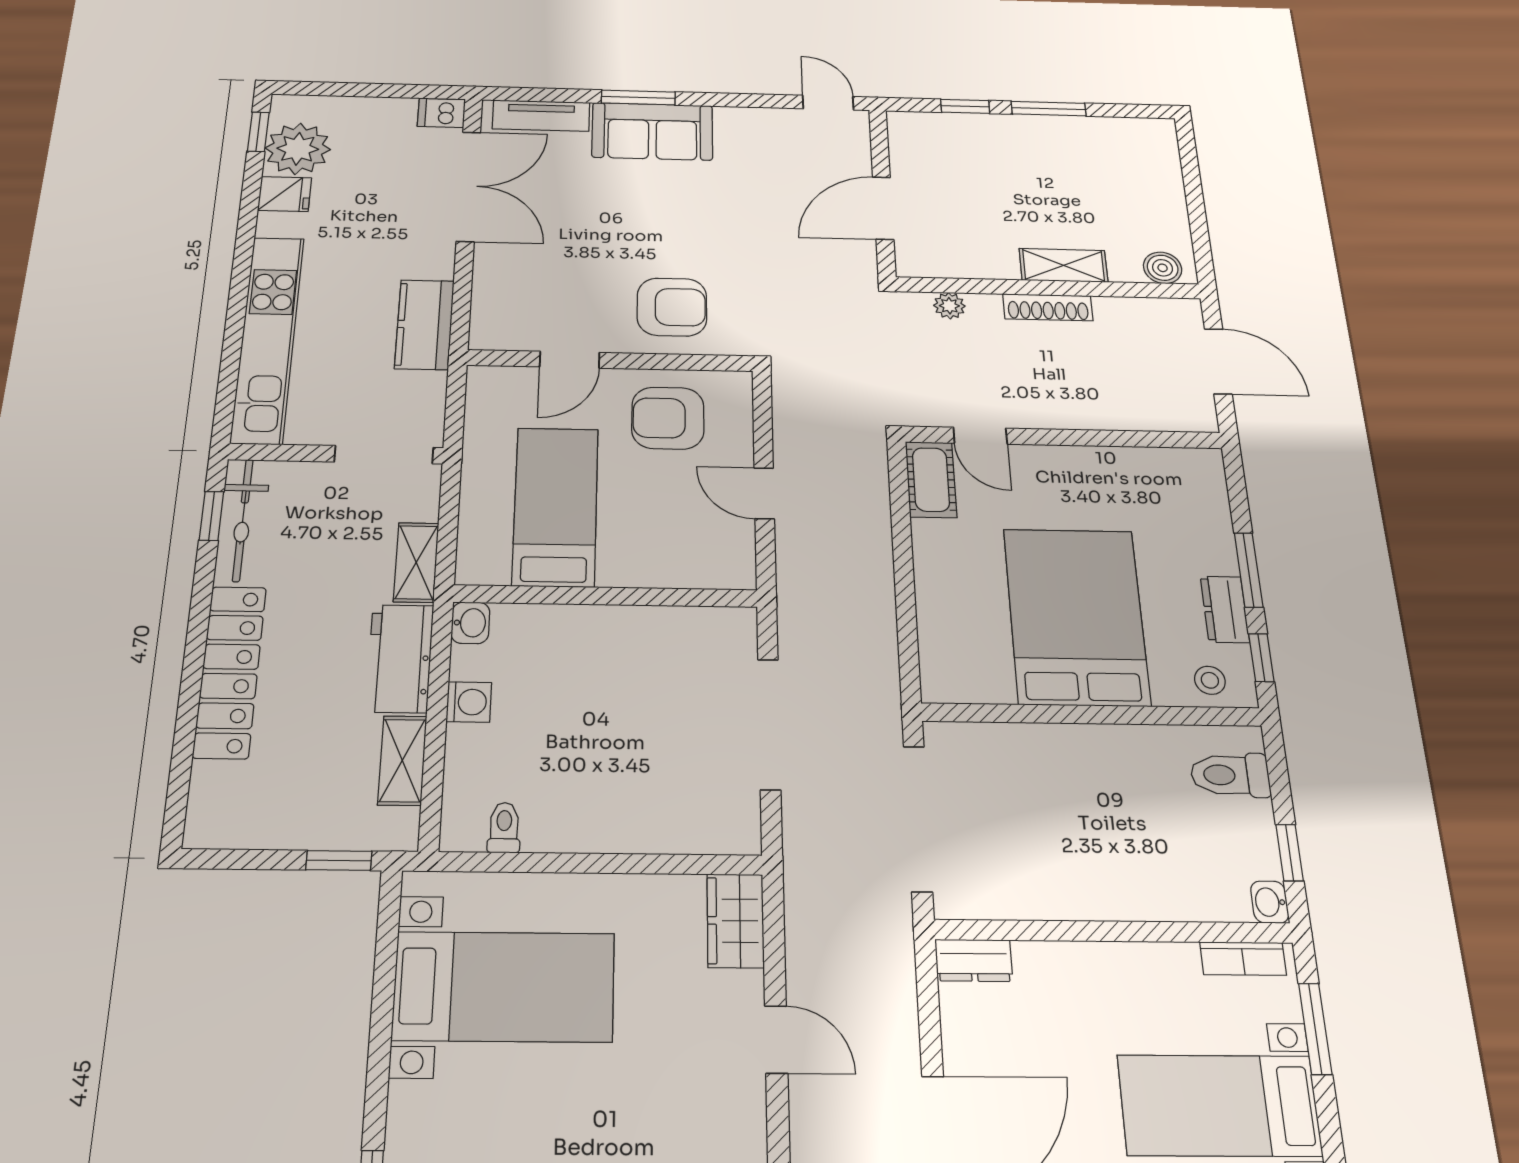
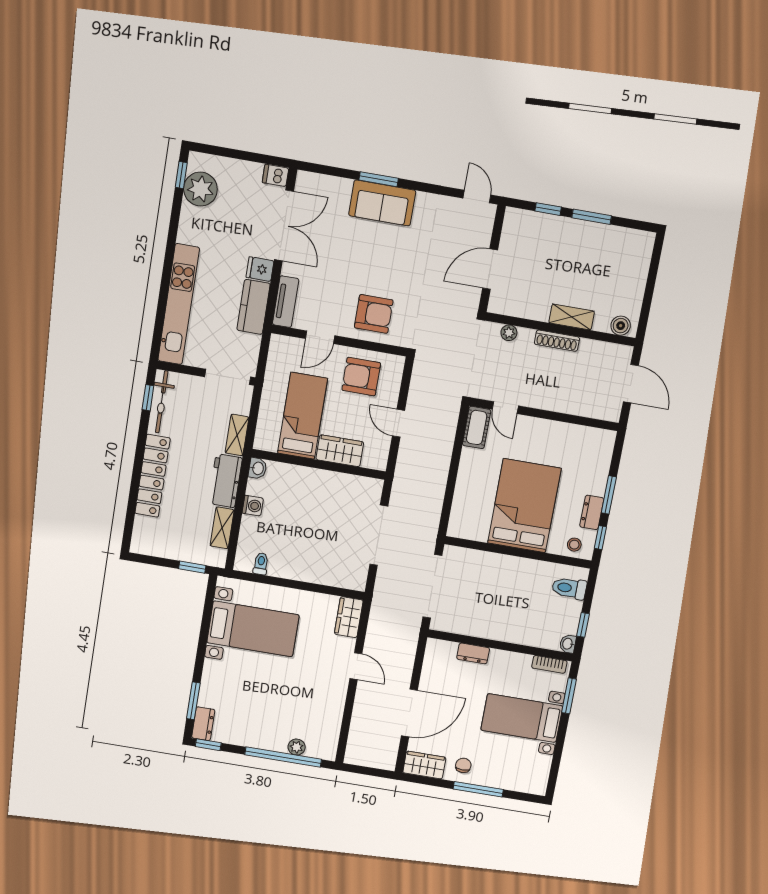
tv unit: (541, 116) -> (286, 302), moved, turned -90
fridge: (285, 194) -> (260, 269), moved, turned 180
wardrobe: (648, 563) -> (340, 451), added
dresser: (974, 960) -> (473, 653), moved

